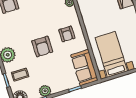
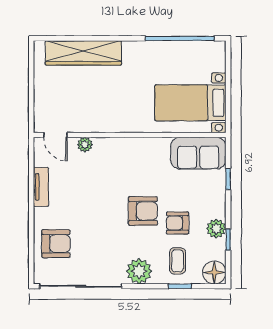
armchair: (67, 34) -> (178, 223), moved, turned 180

